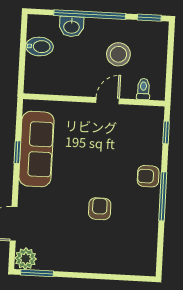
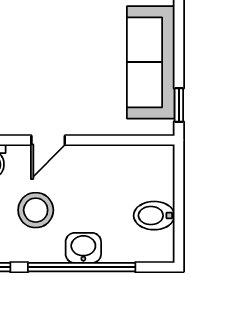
washbasin: (71, 27) -> (83, 248), moved
window: (17, 152) -> (179, 105), moved

